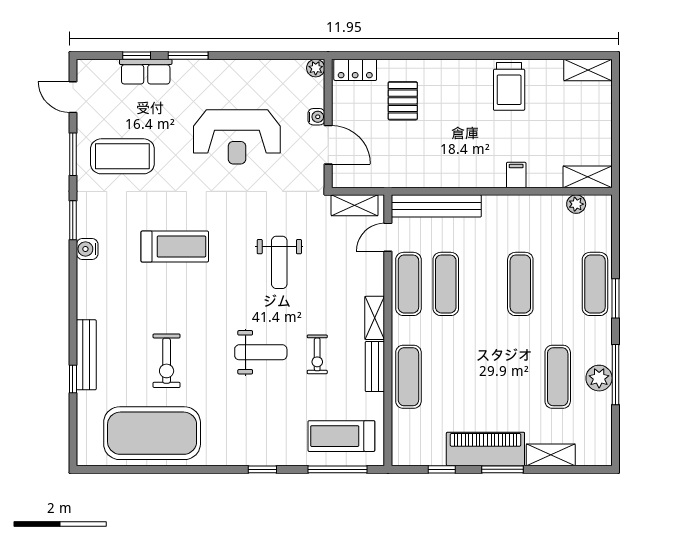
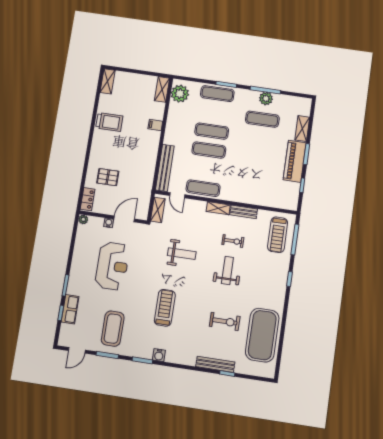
plant: (576, 204) -> (180, 94), width x1.87, depth x1.87
exercise mat: (446, 284) -> (209, 150), moved
exercise mat: (408, 377) -> (251, 195), removed

